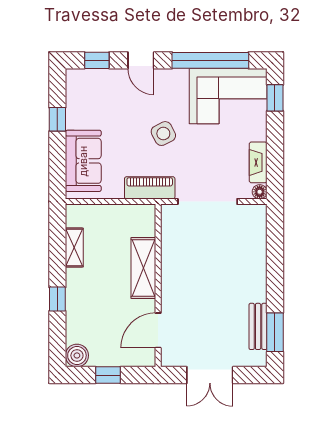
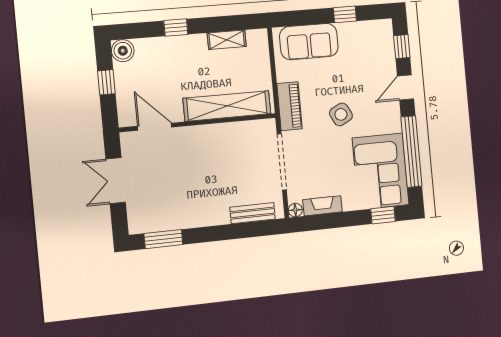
shelving: (143, 268) -> (227, 106), width x1.47
bench: (258, 326) -> (253, 213), moved

